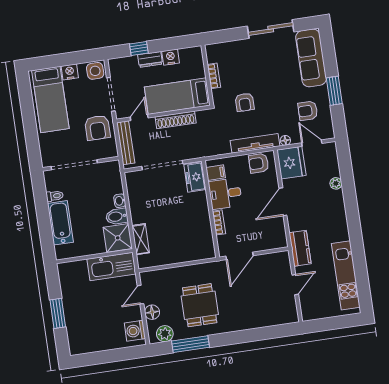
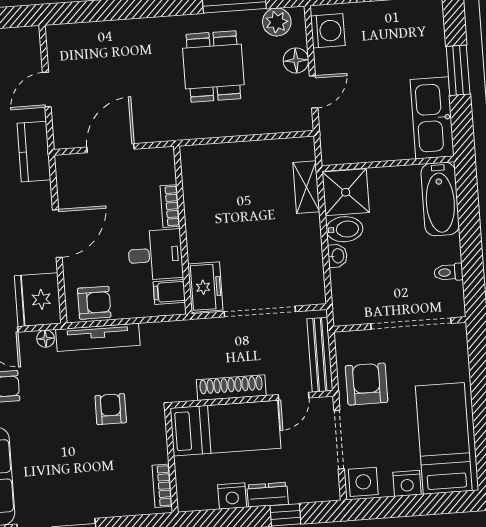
bookcase: (214, 76) -> (162, 486), moved
bathtub: (60, 223) -> (440, 199), moved
door: (239, 256) -> (110, 148), moved
kitchen sink: (111, 267) -> (432, 118), moved, turned -90

